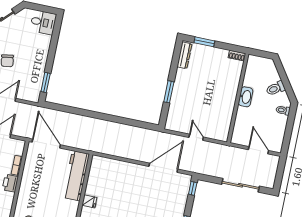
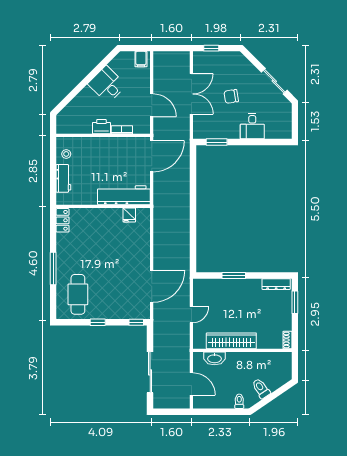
desk: (43, 22) -> (252, 126), moved
washbasin: (246, 97) -> (214, 358), moved
wardrobe: (227, 106) -> (231, 341), added
door: (258, 150) -> (191, 384), hinge flipped
door: (163, 168) -> (152, 286), hinge flipped
fridge: (89, 201) -> (129, 215), moved

